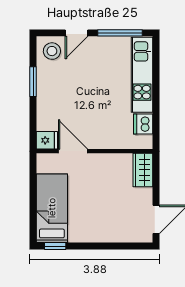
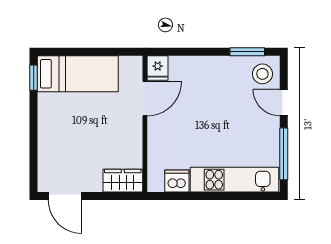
window: (33, 82) -> (247, 52), moved

